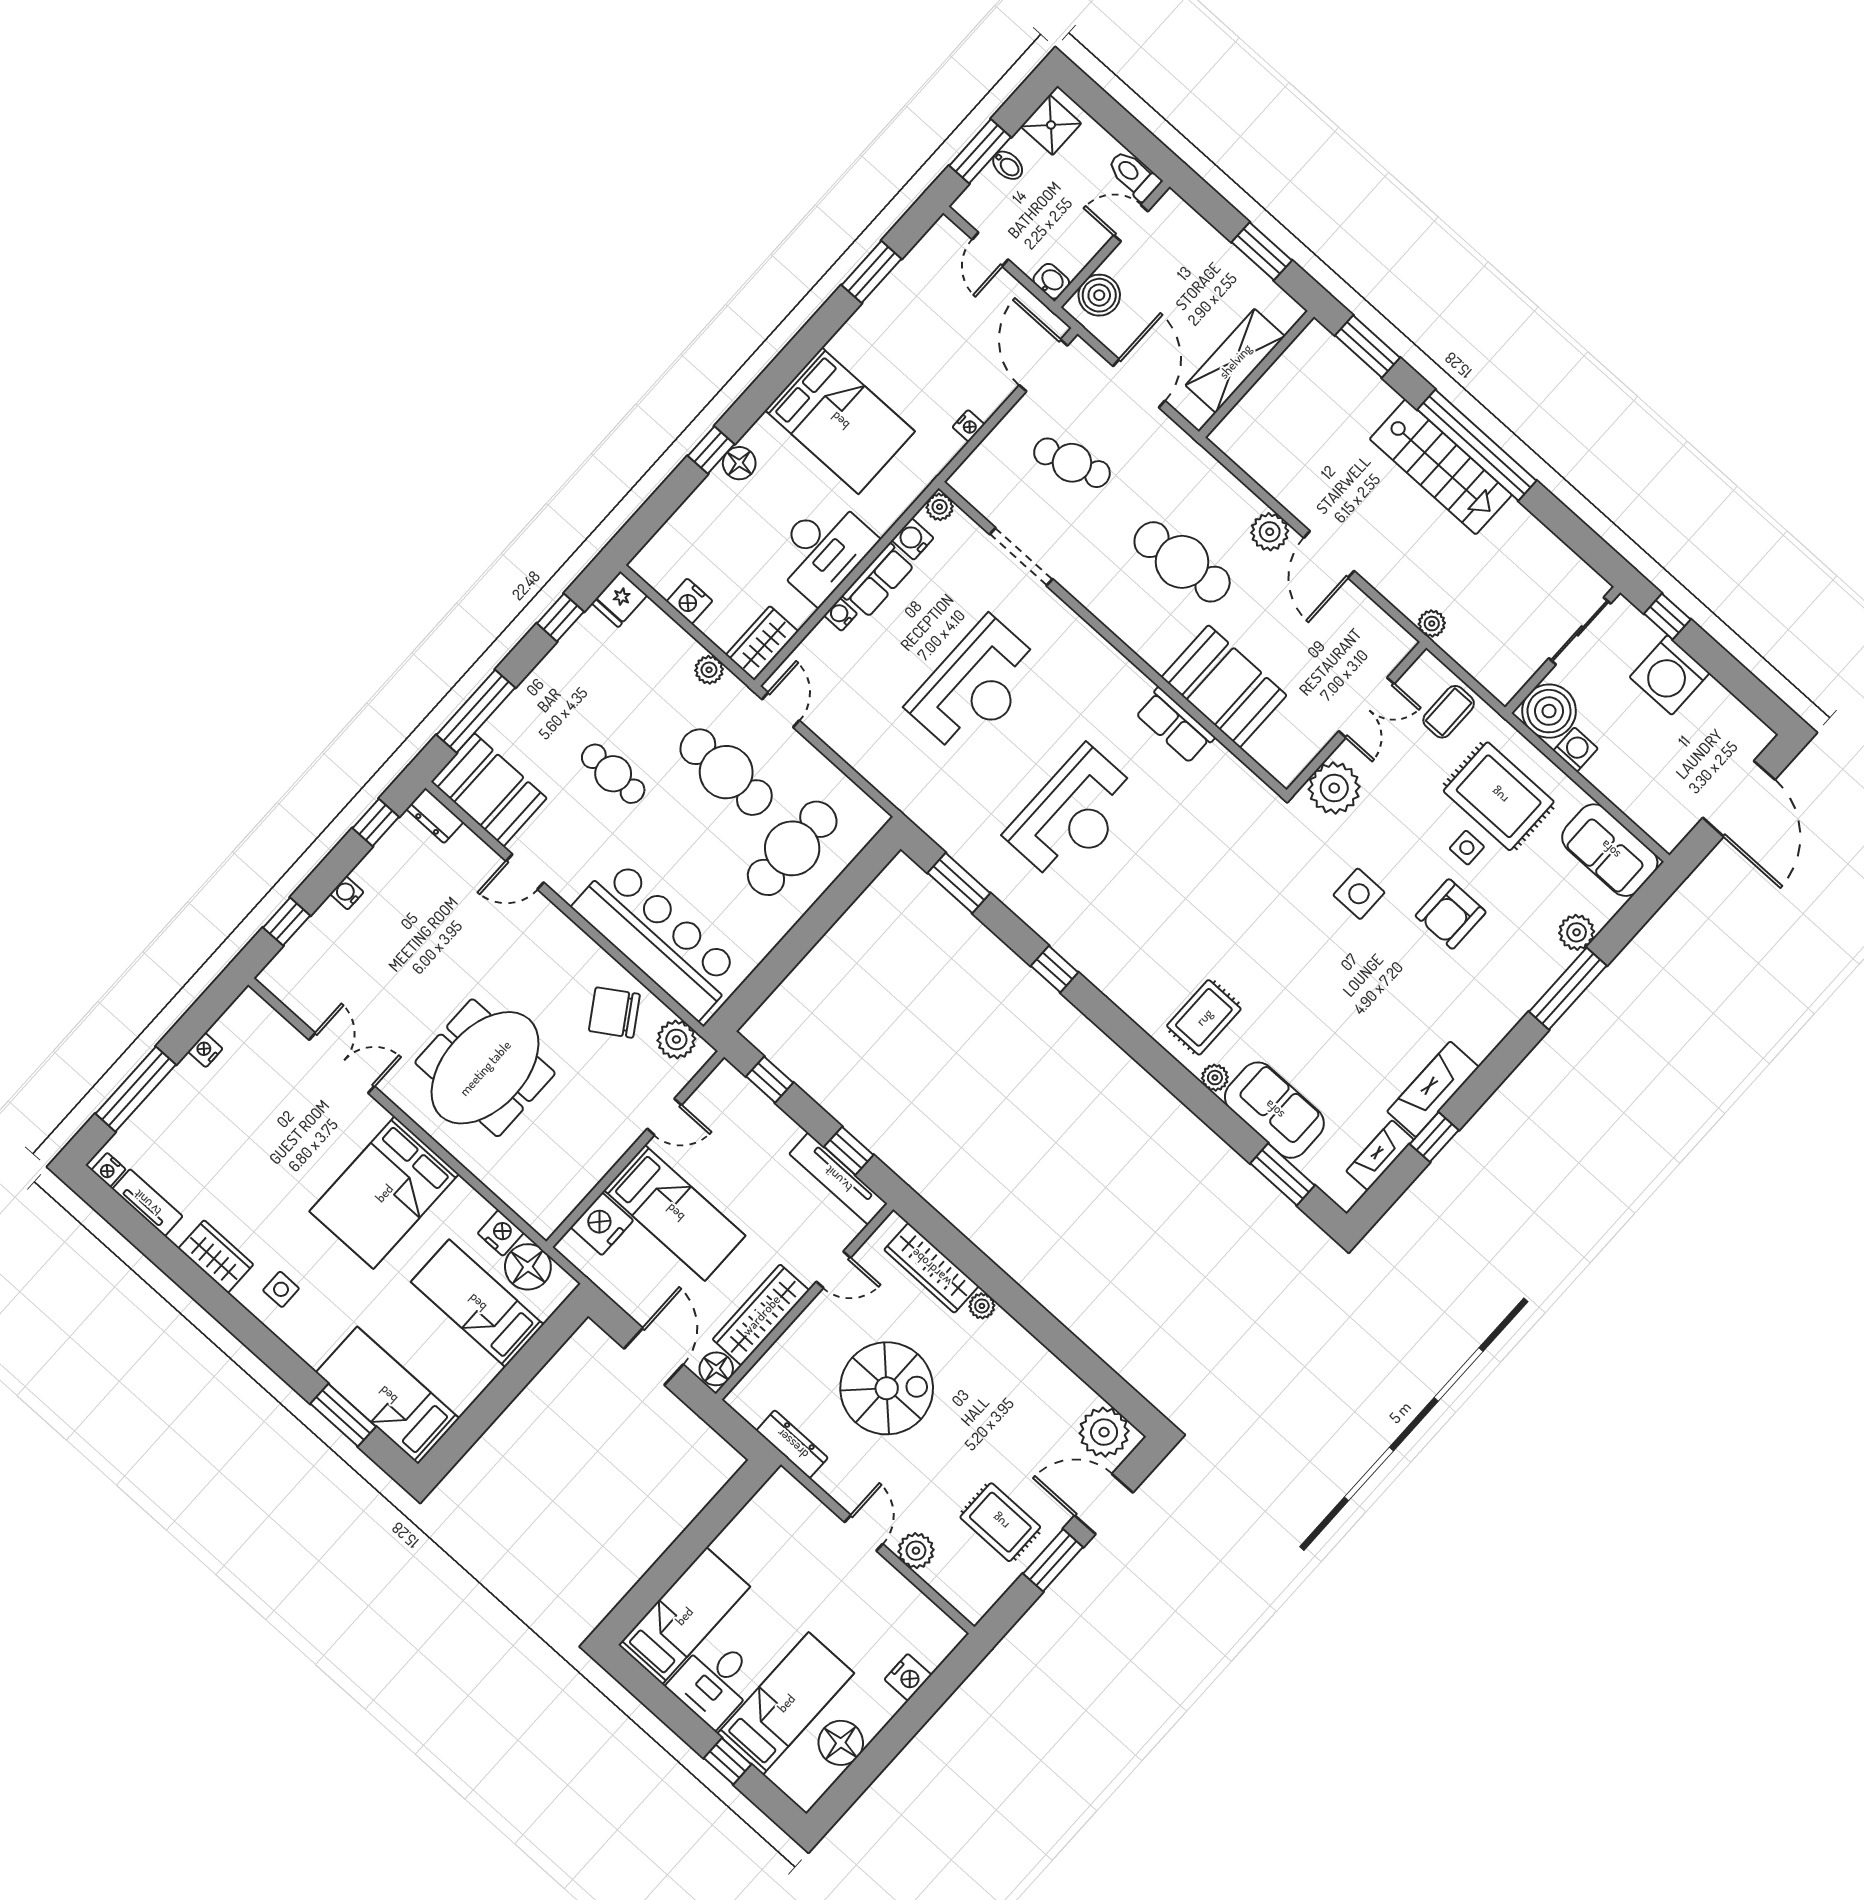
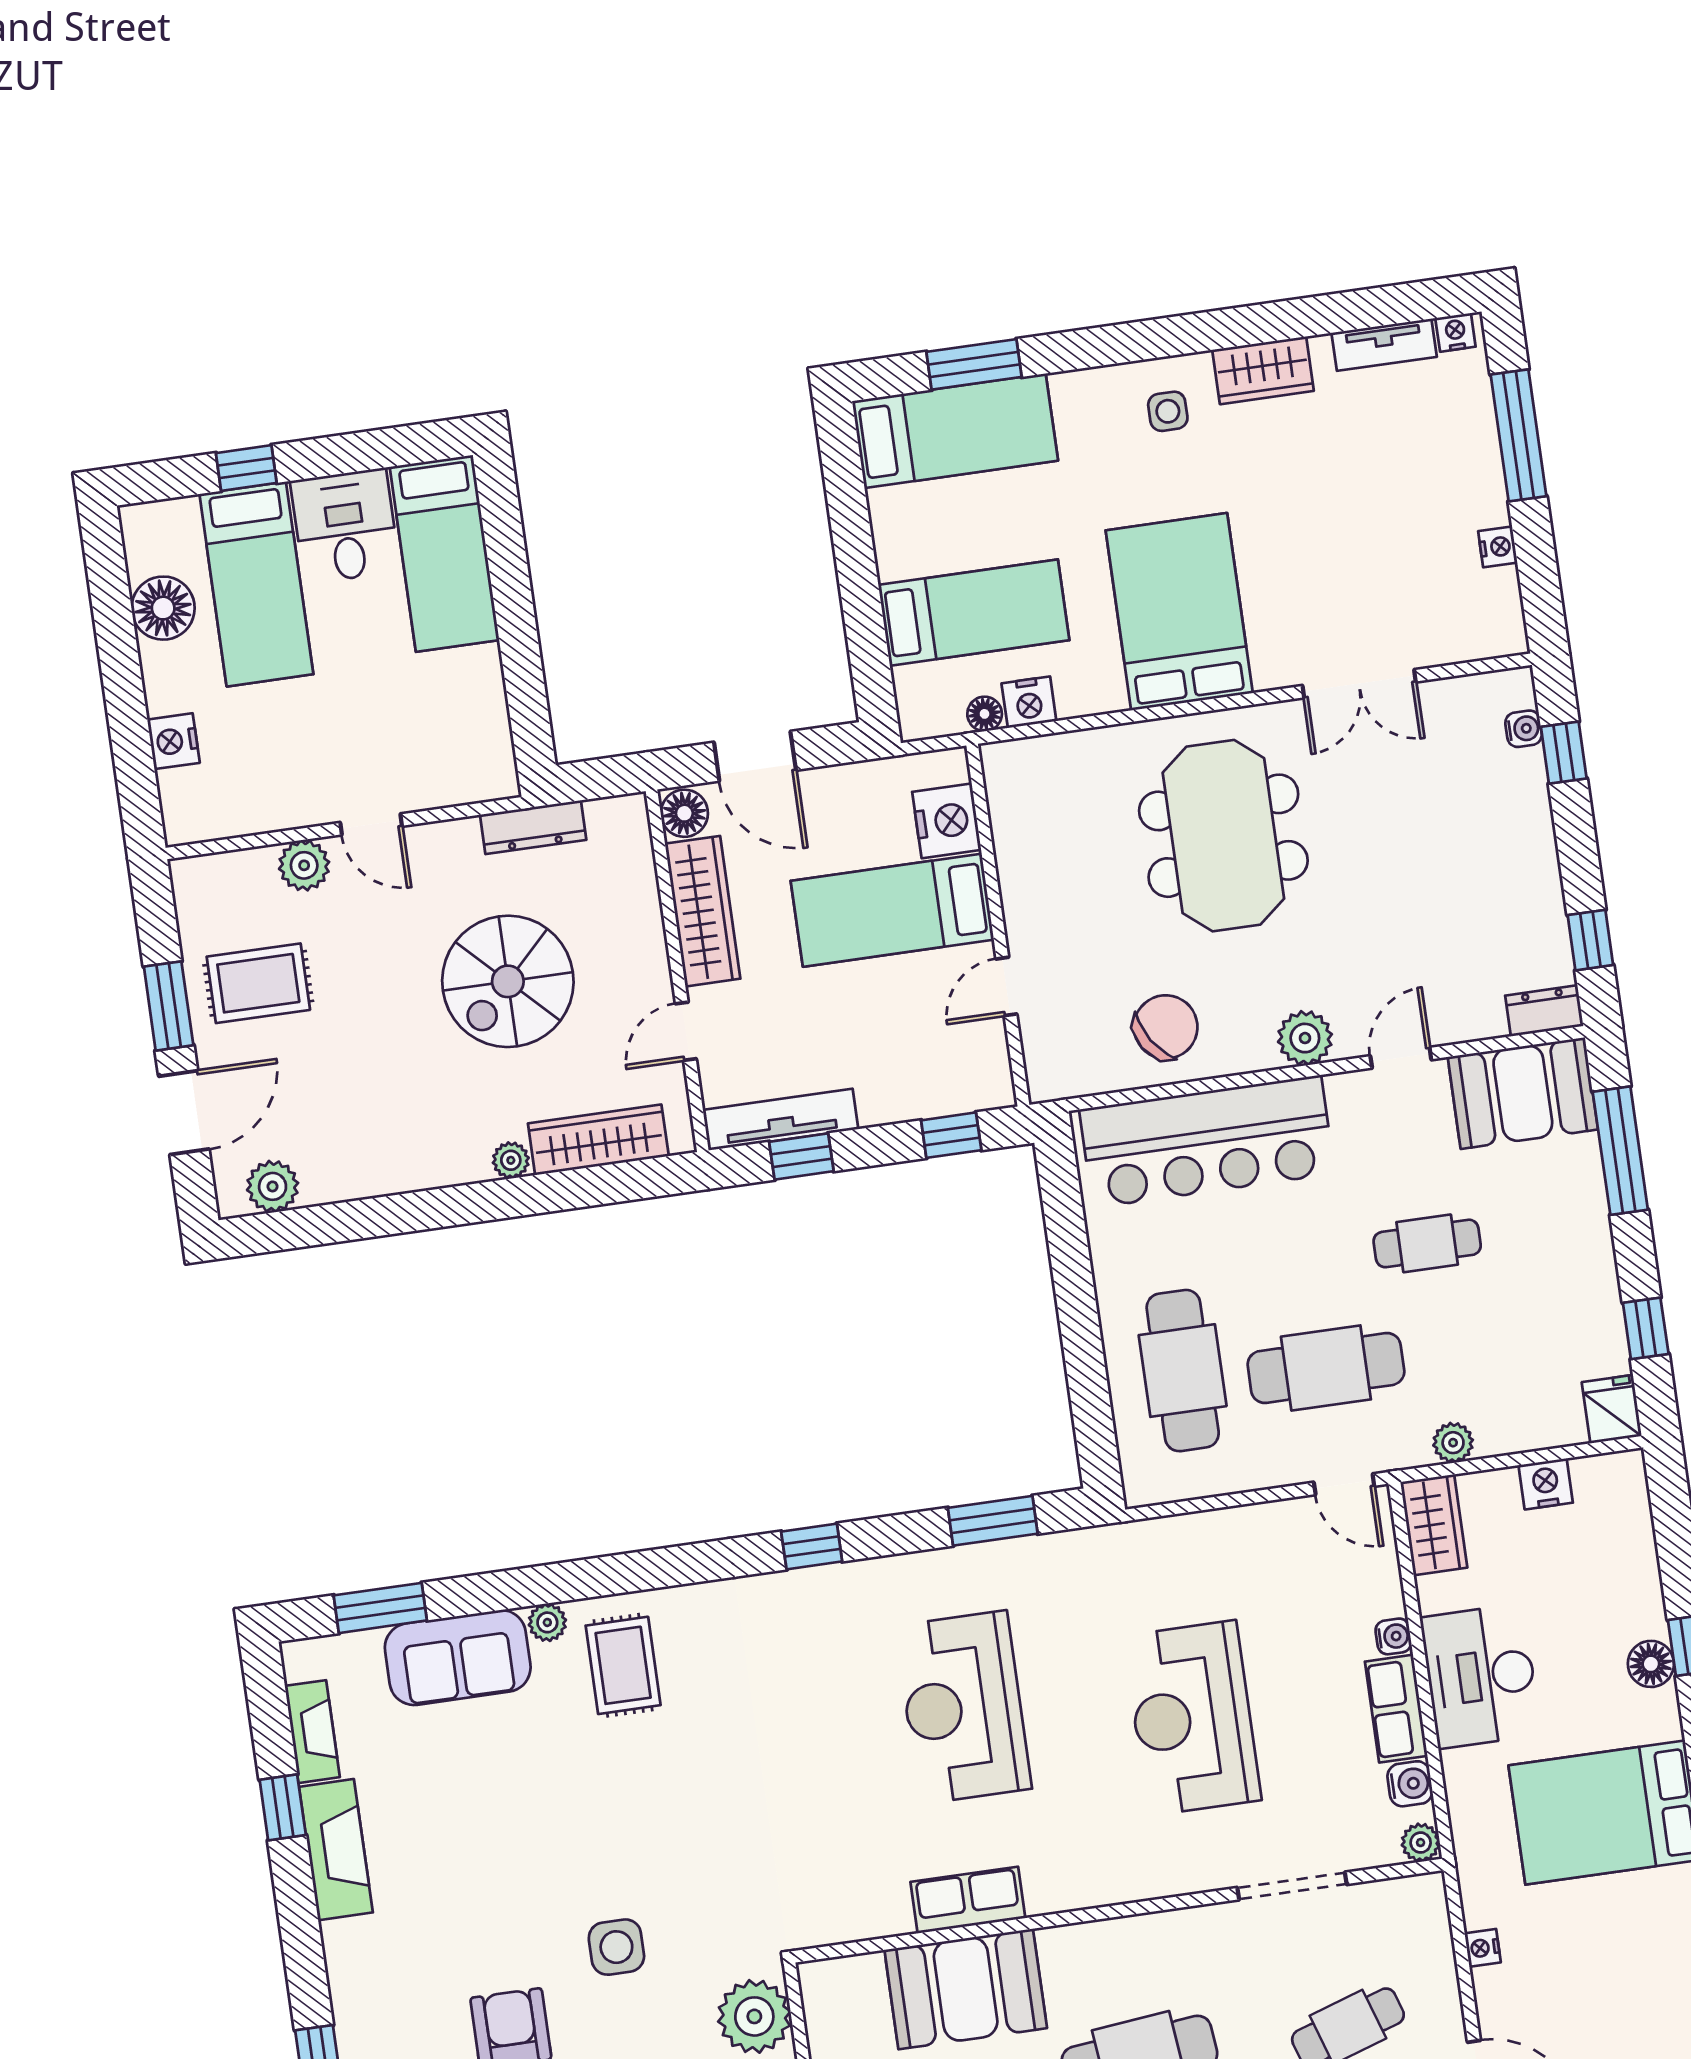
water cooler: (347, 893) -> (1524, 729), moved
plant: (676, 1040) -> (1305, 1038), moved
floor lamp: (528, 1267) -> (985, 714), width x0.53, depth x0.53
plant: (1104, 1432) -> (273, 1186), width x0.73, depth x0.73

